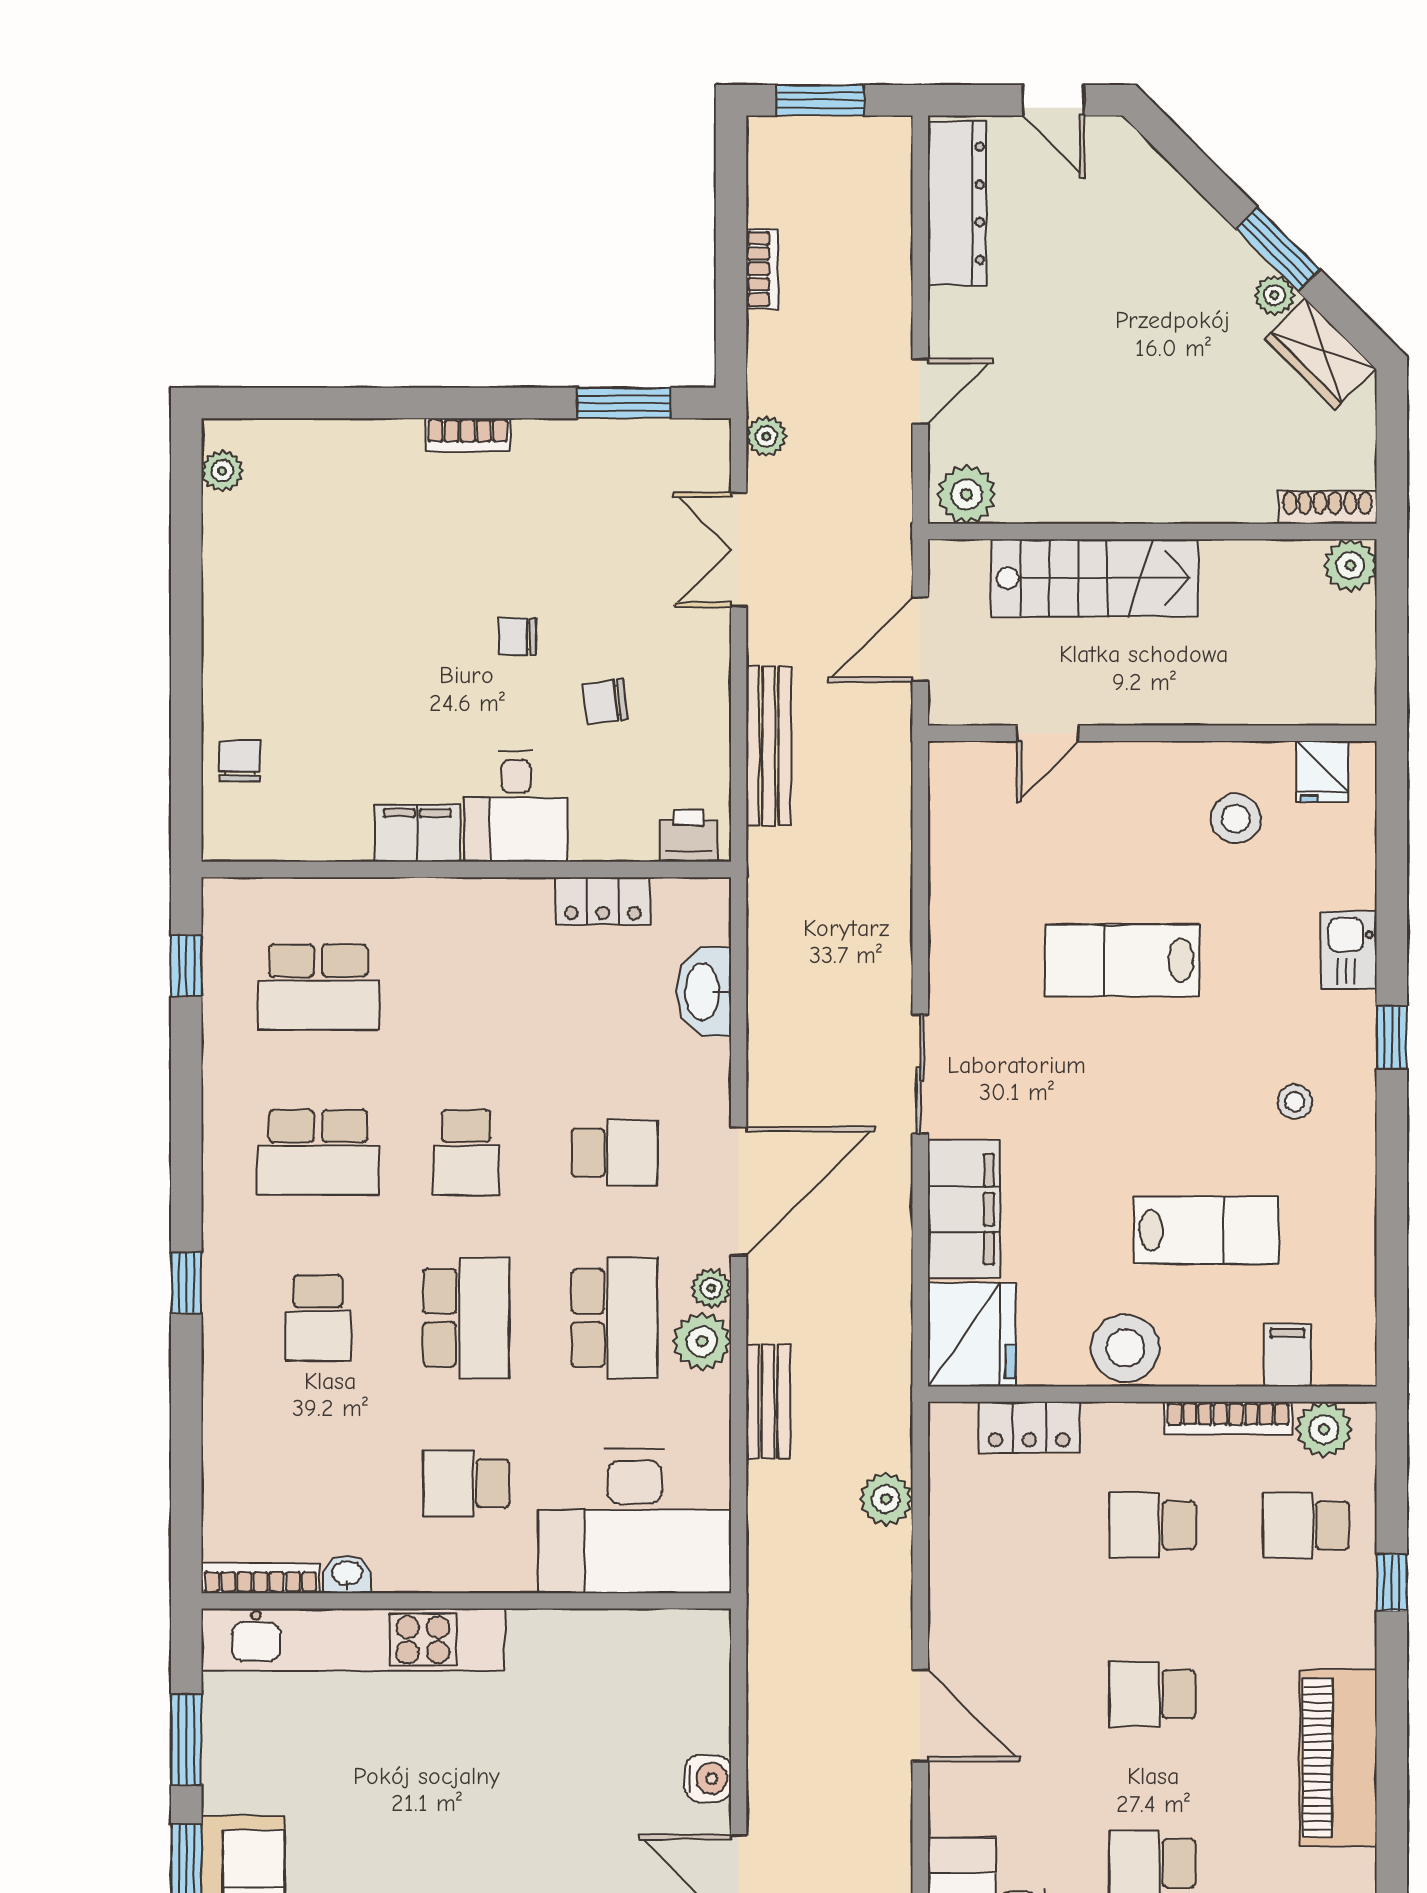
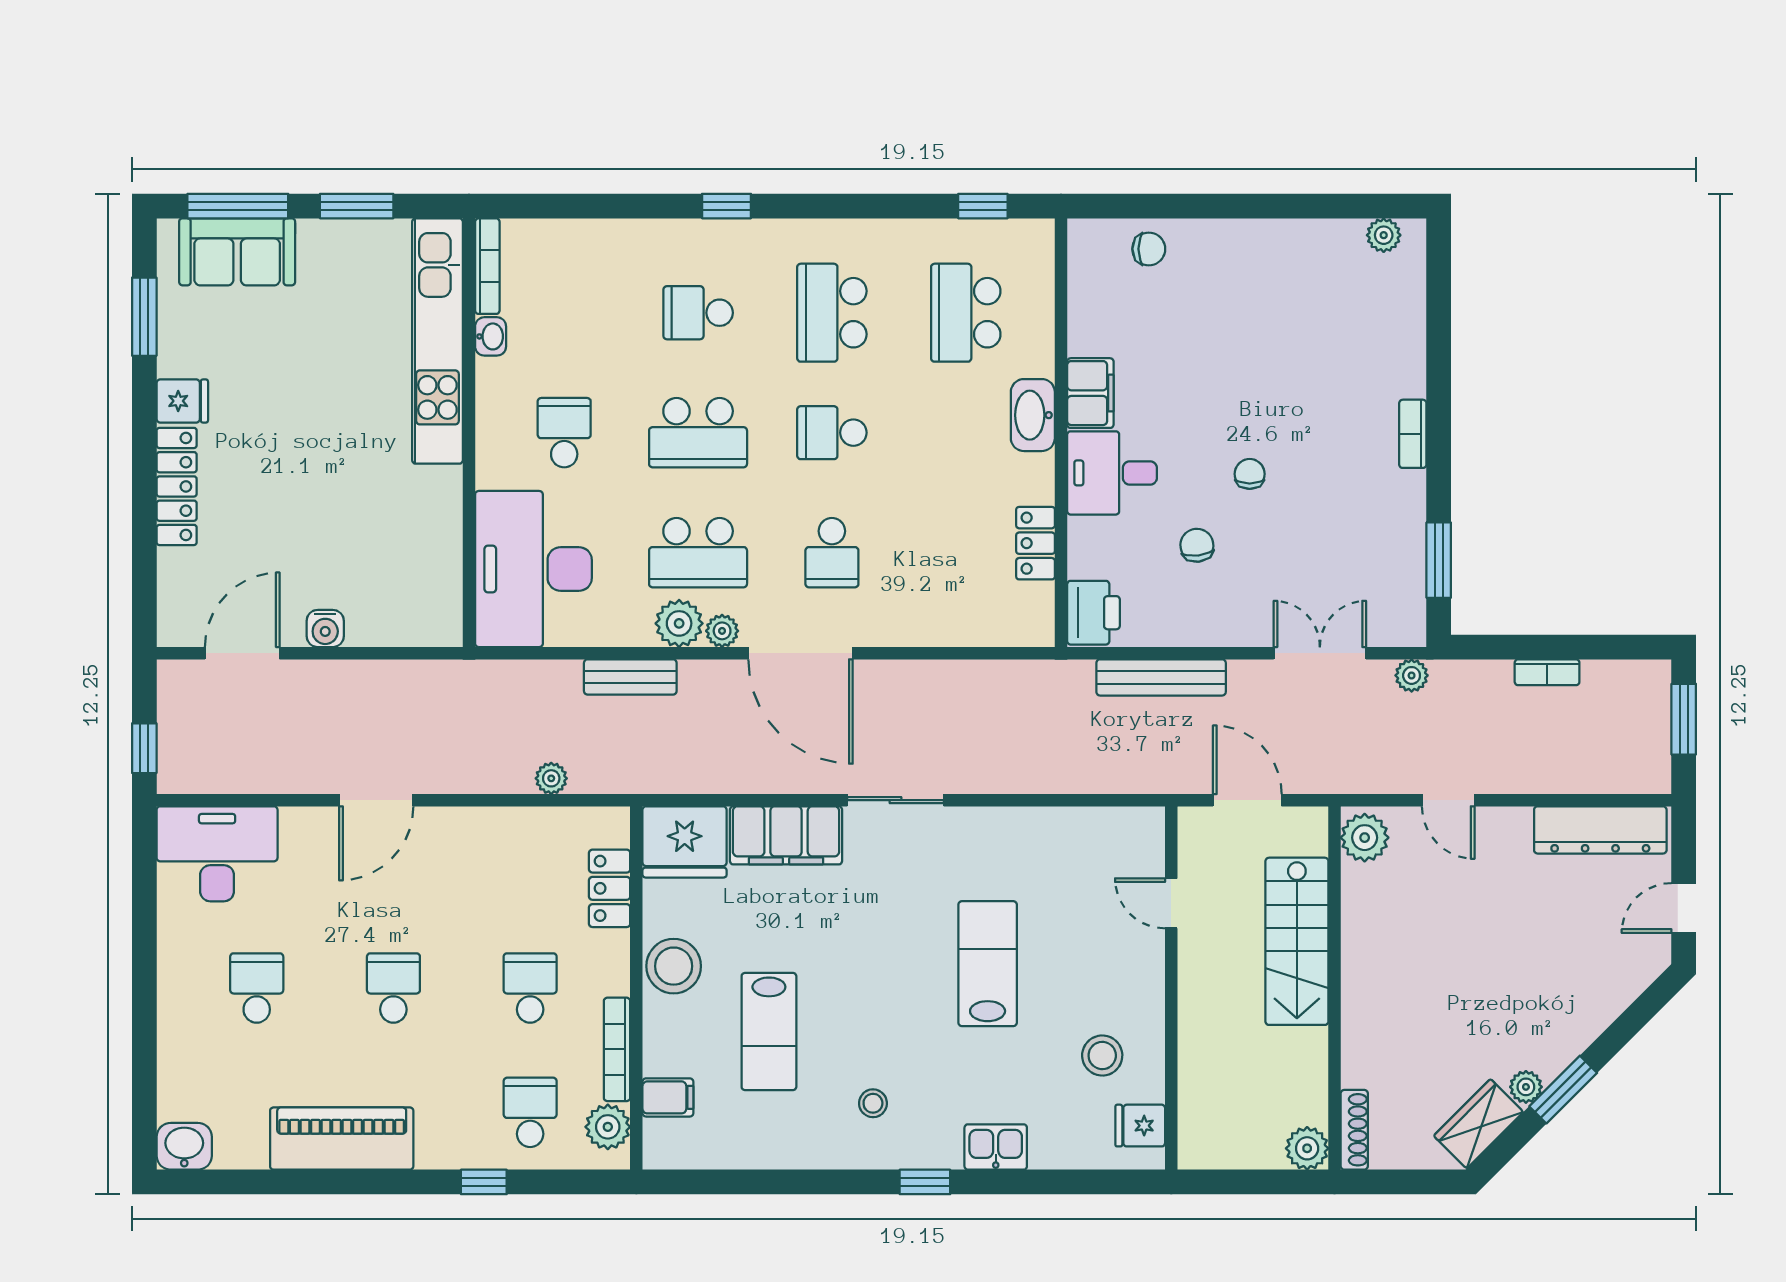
printer: (689, 836) -> (1093, 613), width x1.36, depth x1.24
washbasin: (704, 992) -> (1033, 415), moved, turned -90
plant: (886, 1499) -> (551, 778), width x0.73, depth x0.73

